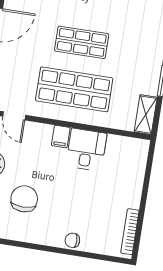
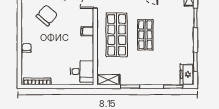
desk: (86, 150) -> (82, 71), moved
chair: (24, 199) -> (47, 15), turned -50

